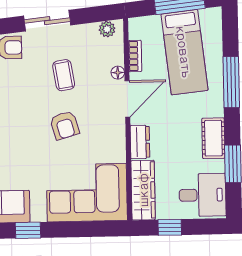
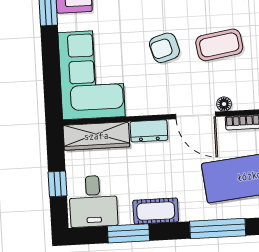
coffee table: (64, 75) -> (219, 45), width x1.36, depth x1.30
window: (170, 227) -> (58, 184), moved

